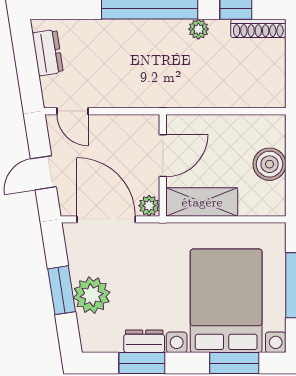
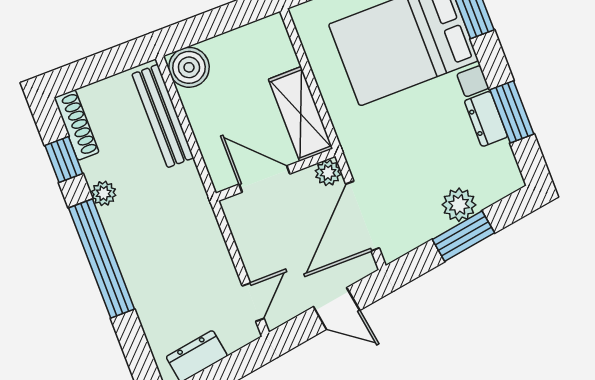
bench: (240, 97) -> (163, 116), added
boiler: (269, 164) -> (189, 67), moved
plant: (92, 295) -> (459, 205), width x0.73, depth x0.73

